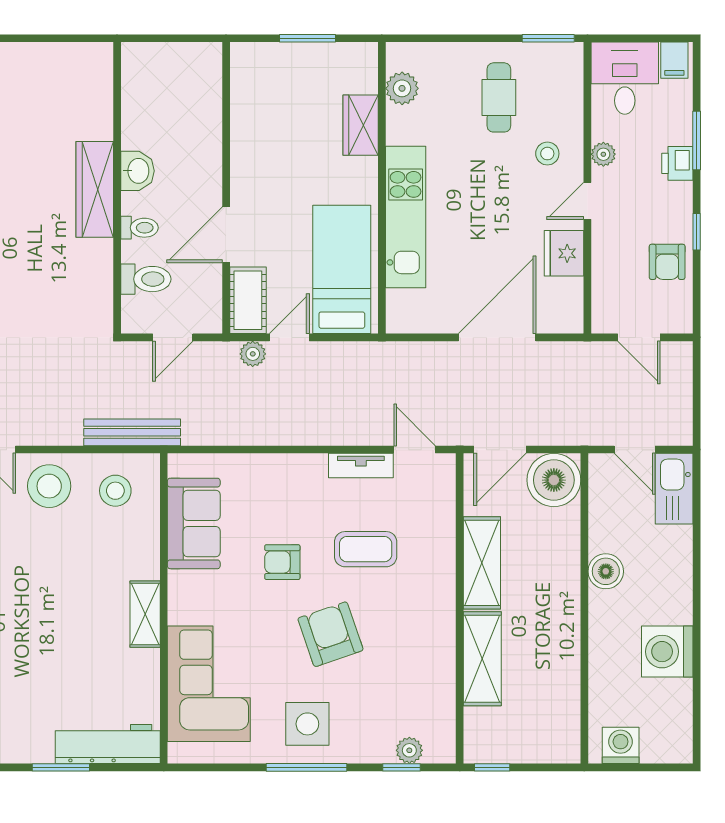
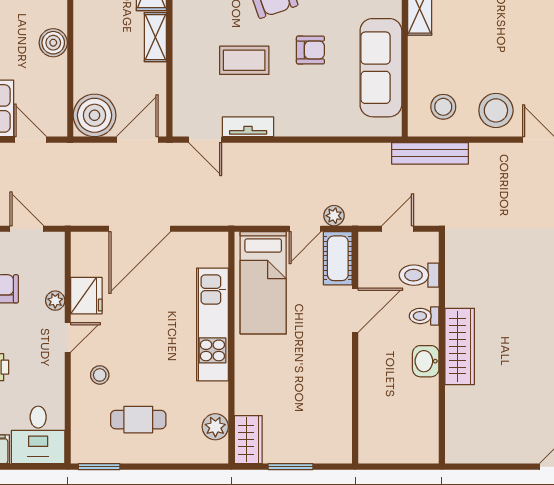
cafe table: (499, 97) -> (138, 420), turned 90
wardrobe: (361, 125) -> (248, 440), moved
plant: (603, 154) -> (55, 301), moved
sofa: (194, 523) -> (381, 68), width x1.36
shelving: (482, 563) -> (155, 37), width x0.67, depth x0.75

